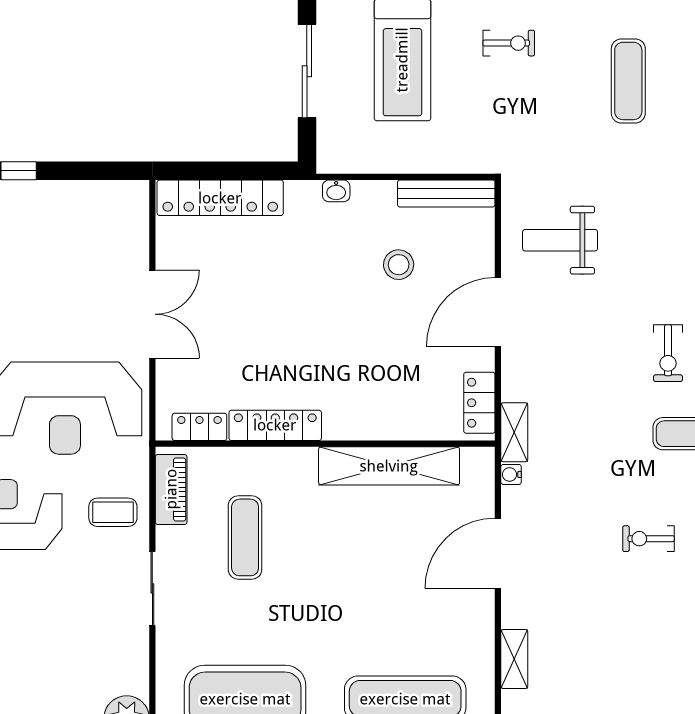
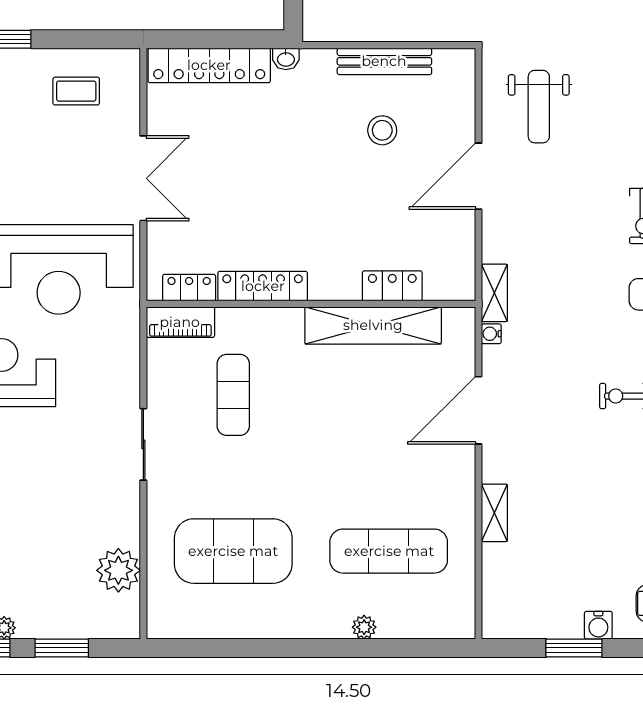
washbasin: (336, 191) -> (286, 59), moved
bench: (446, 194) -> (384, 61), moved
weight bench: (560, 240) -> (539, 107), turned -90
locker: (479, 403) -> (392, 286), moved, turned 90
piano: (171, 489) -> (180, 322), moved, turned 90
coffee table: (113, 512) -> (76, 91), moved

